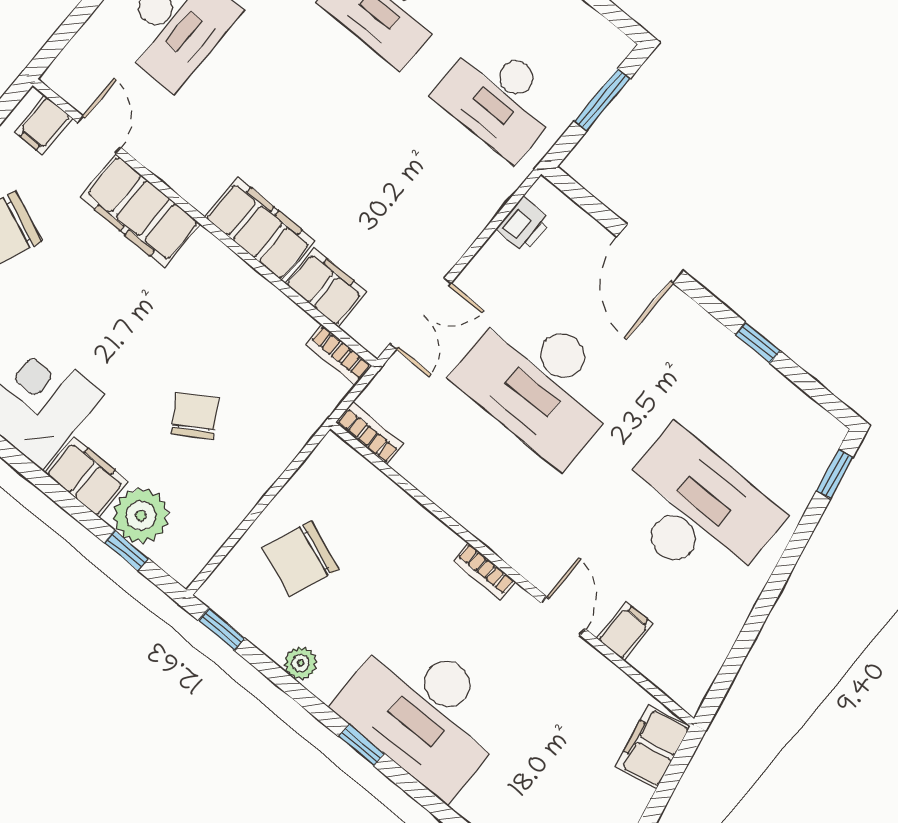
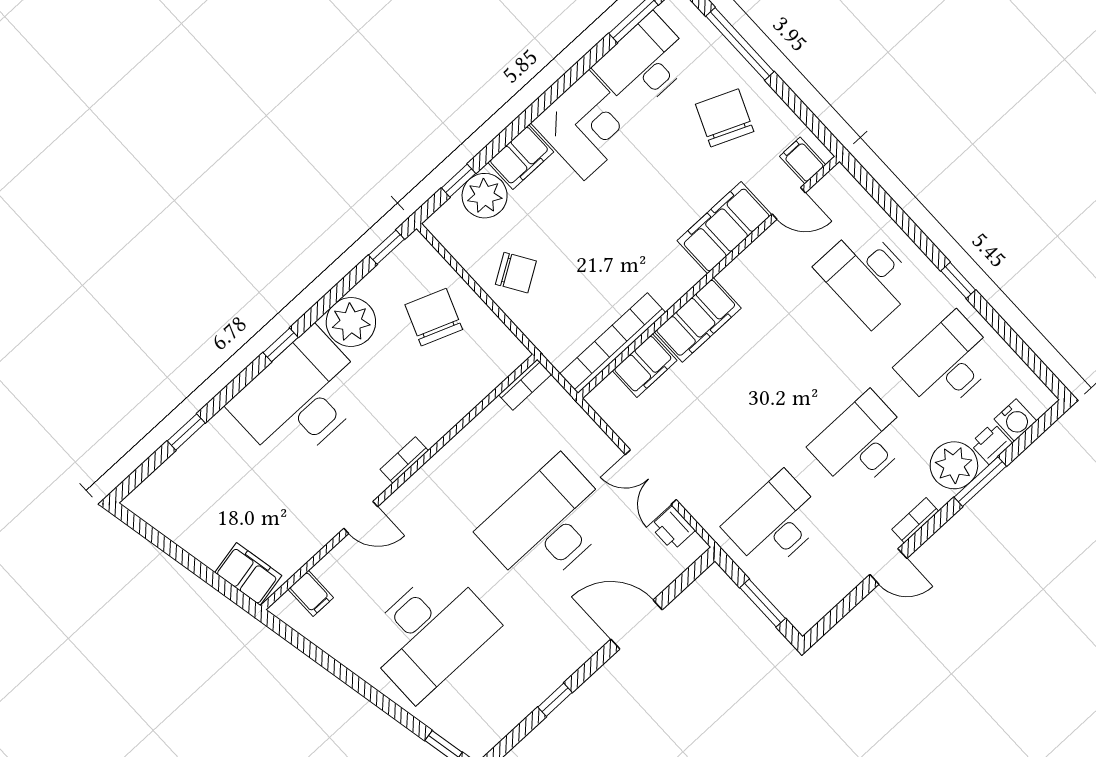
double door: (420, 314) -> (651, 477), moved
bookcase: (339, 355) -> (613, 343), width x2.31, depth x1.31
chair: (195, 416) -> (516, 273), moved
filing cabinet: (625, 631) -> (311, 593), moved
plant: (301, 663) -> (351, 322), width x1.88, depth x1.88

